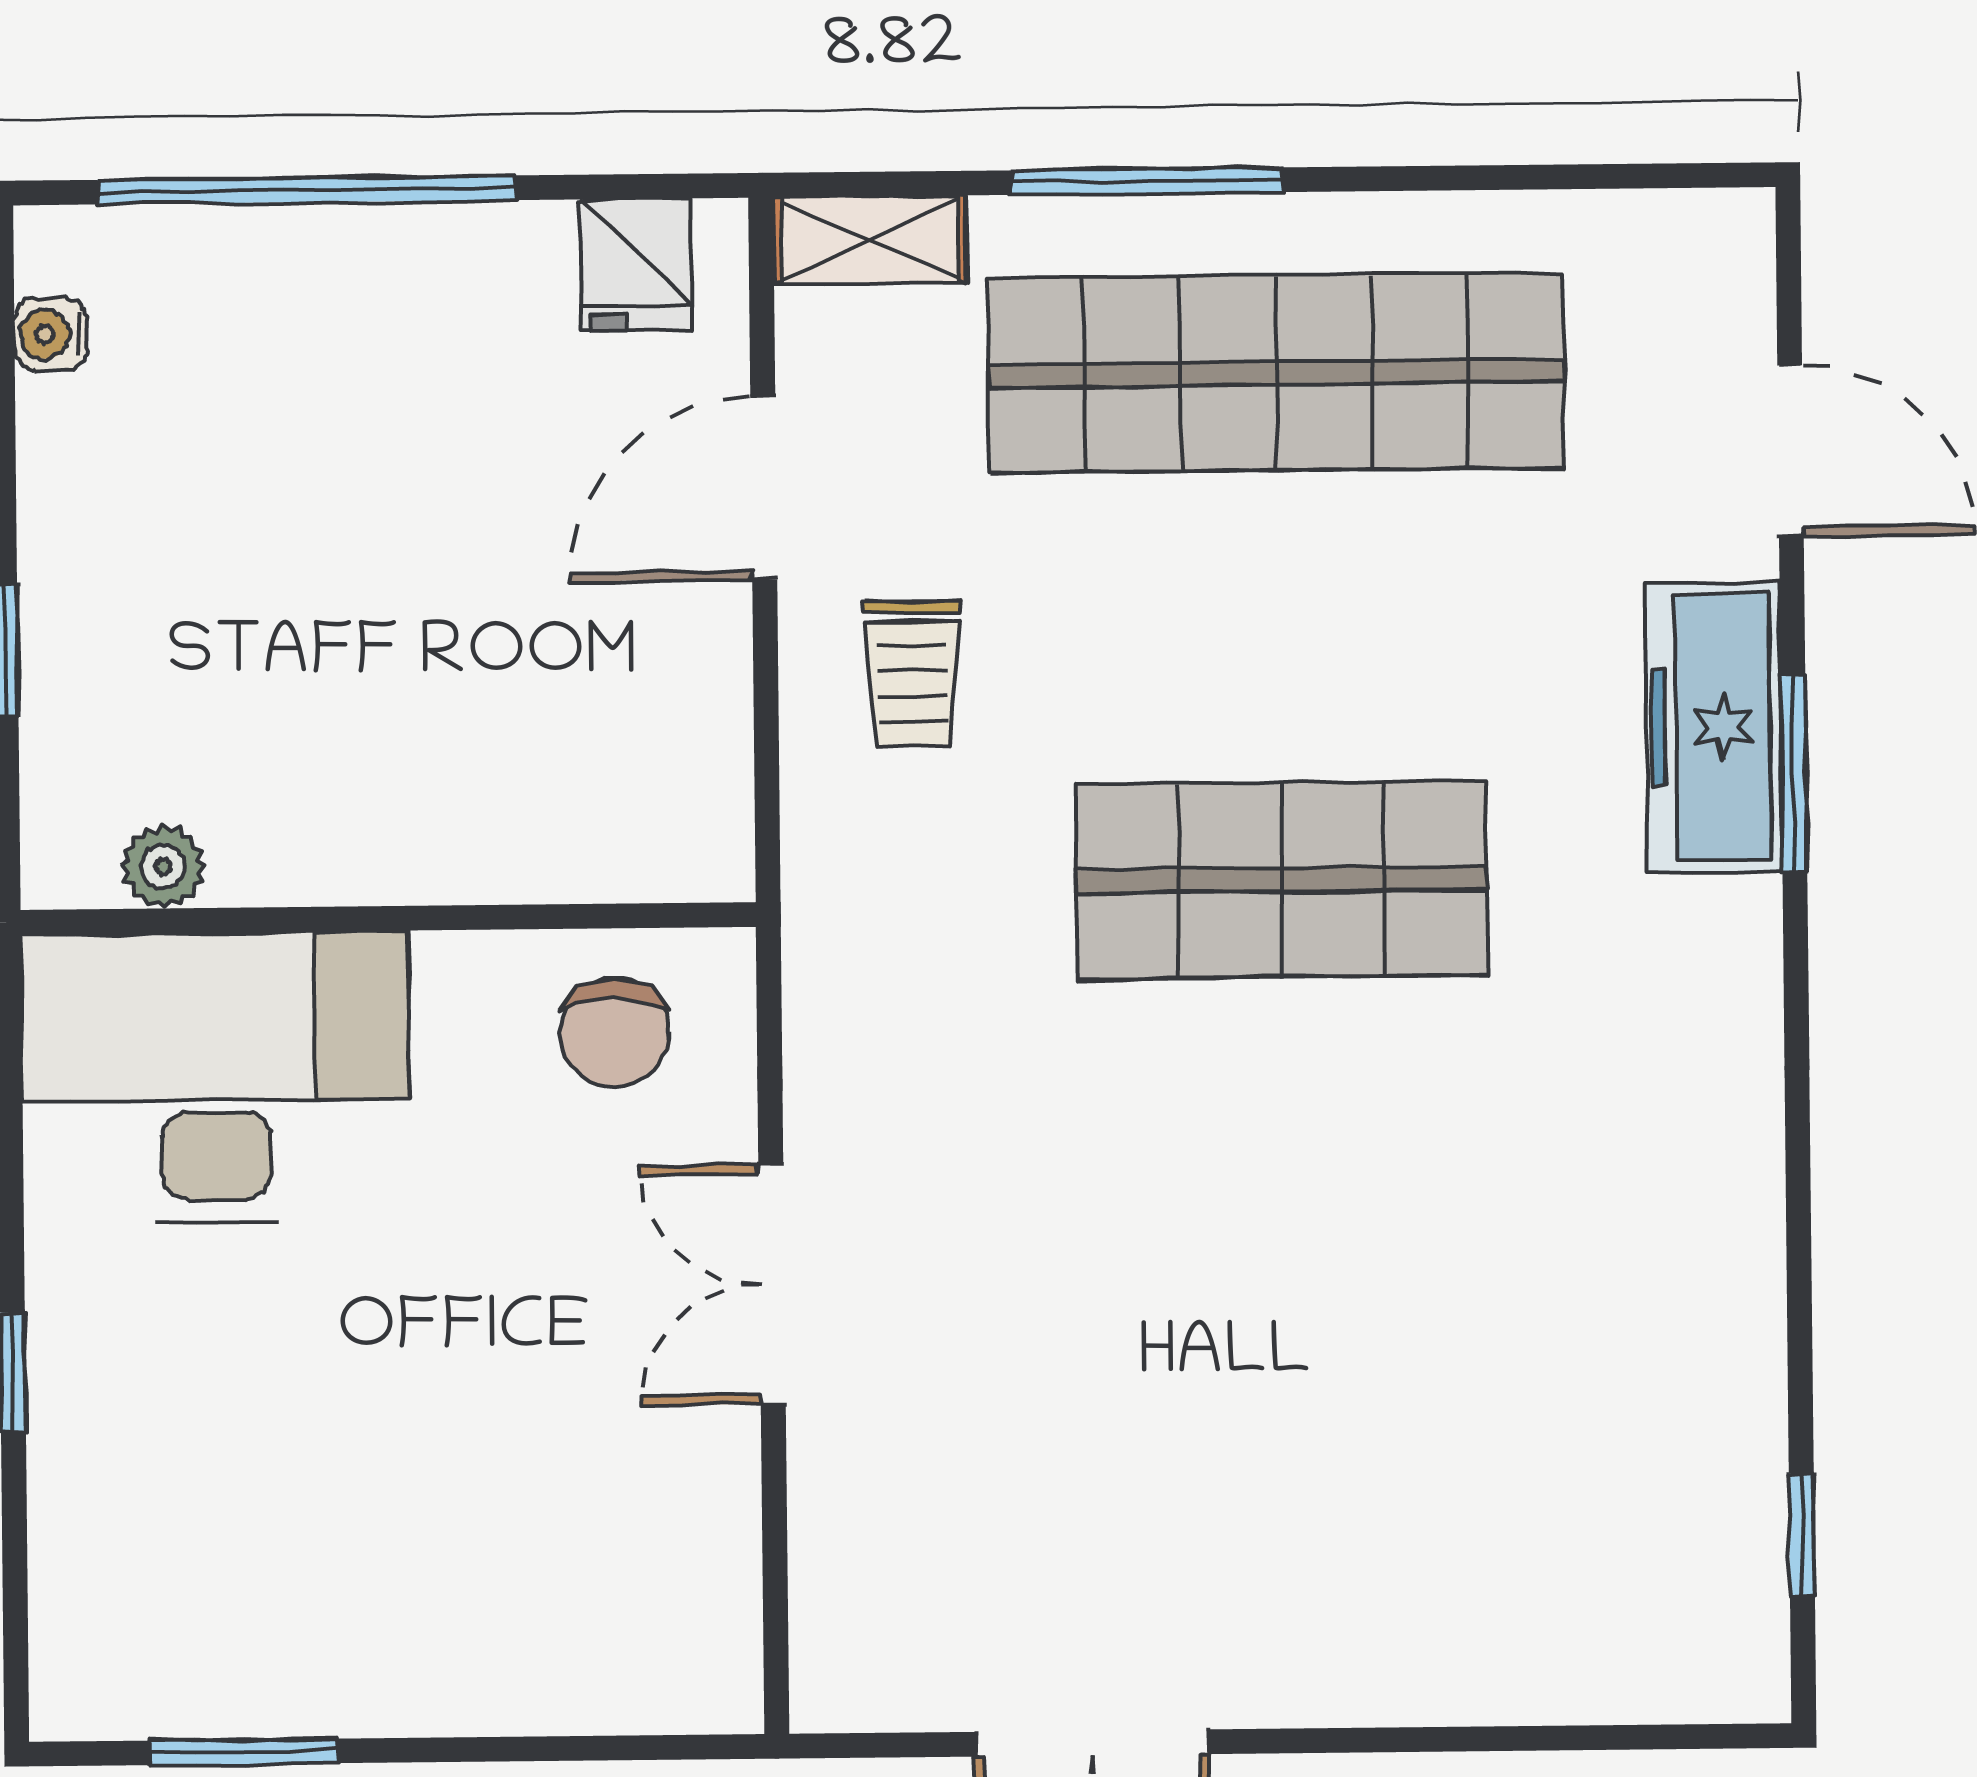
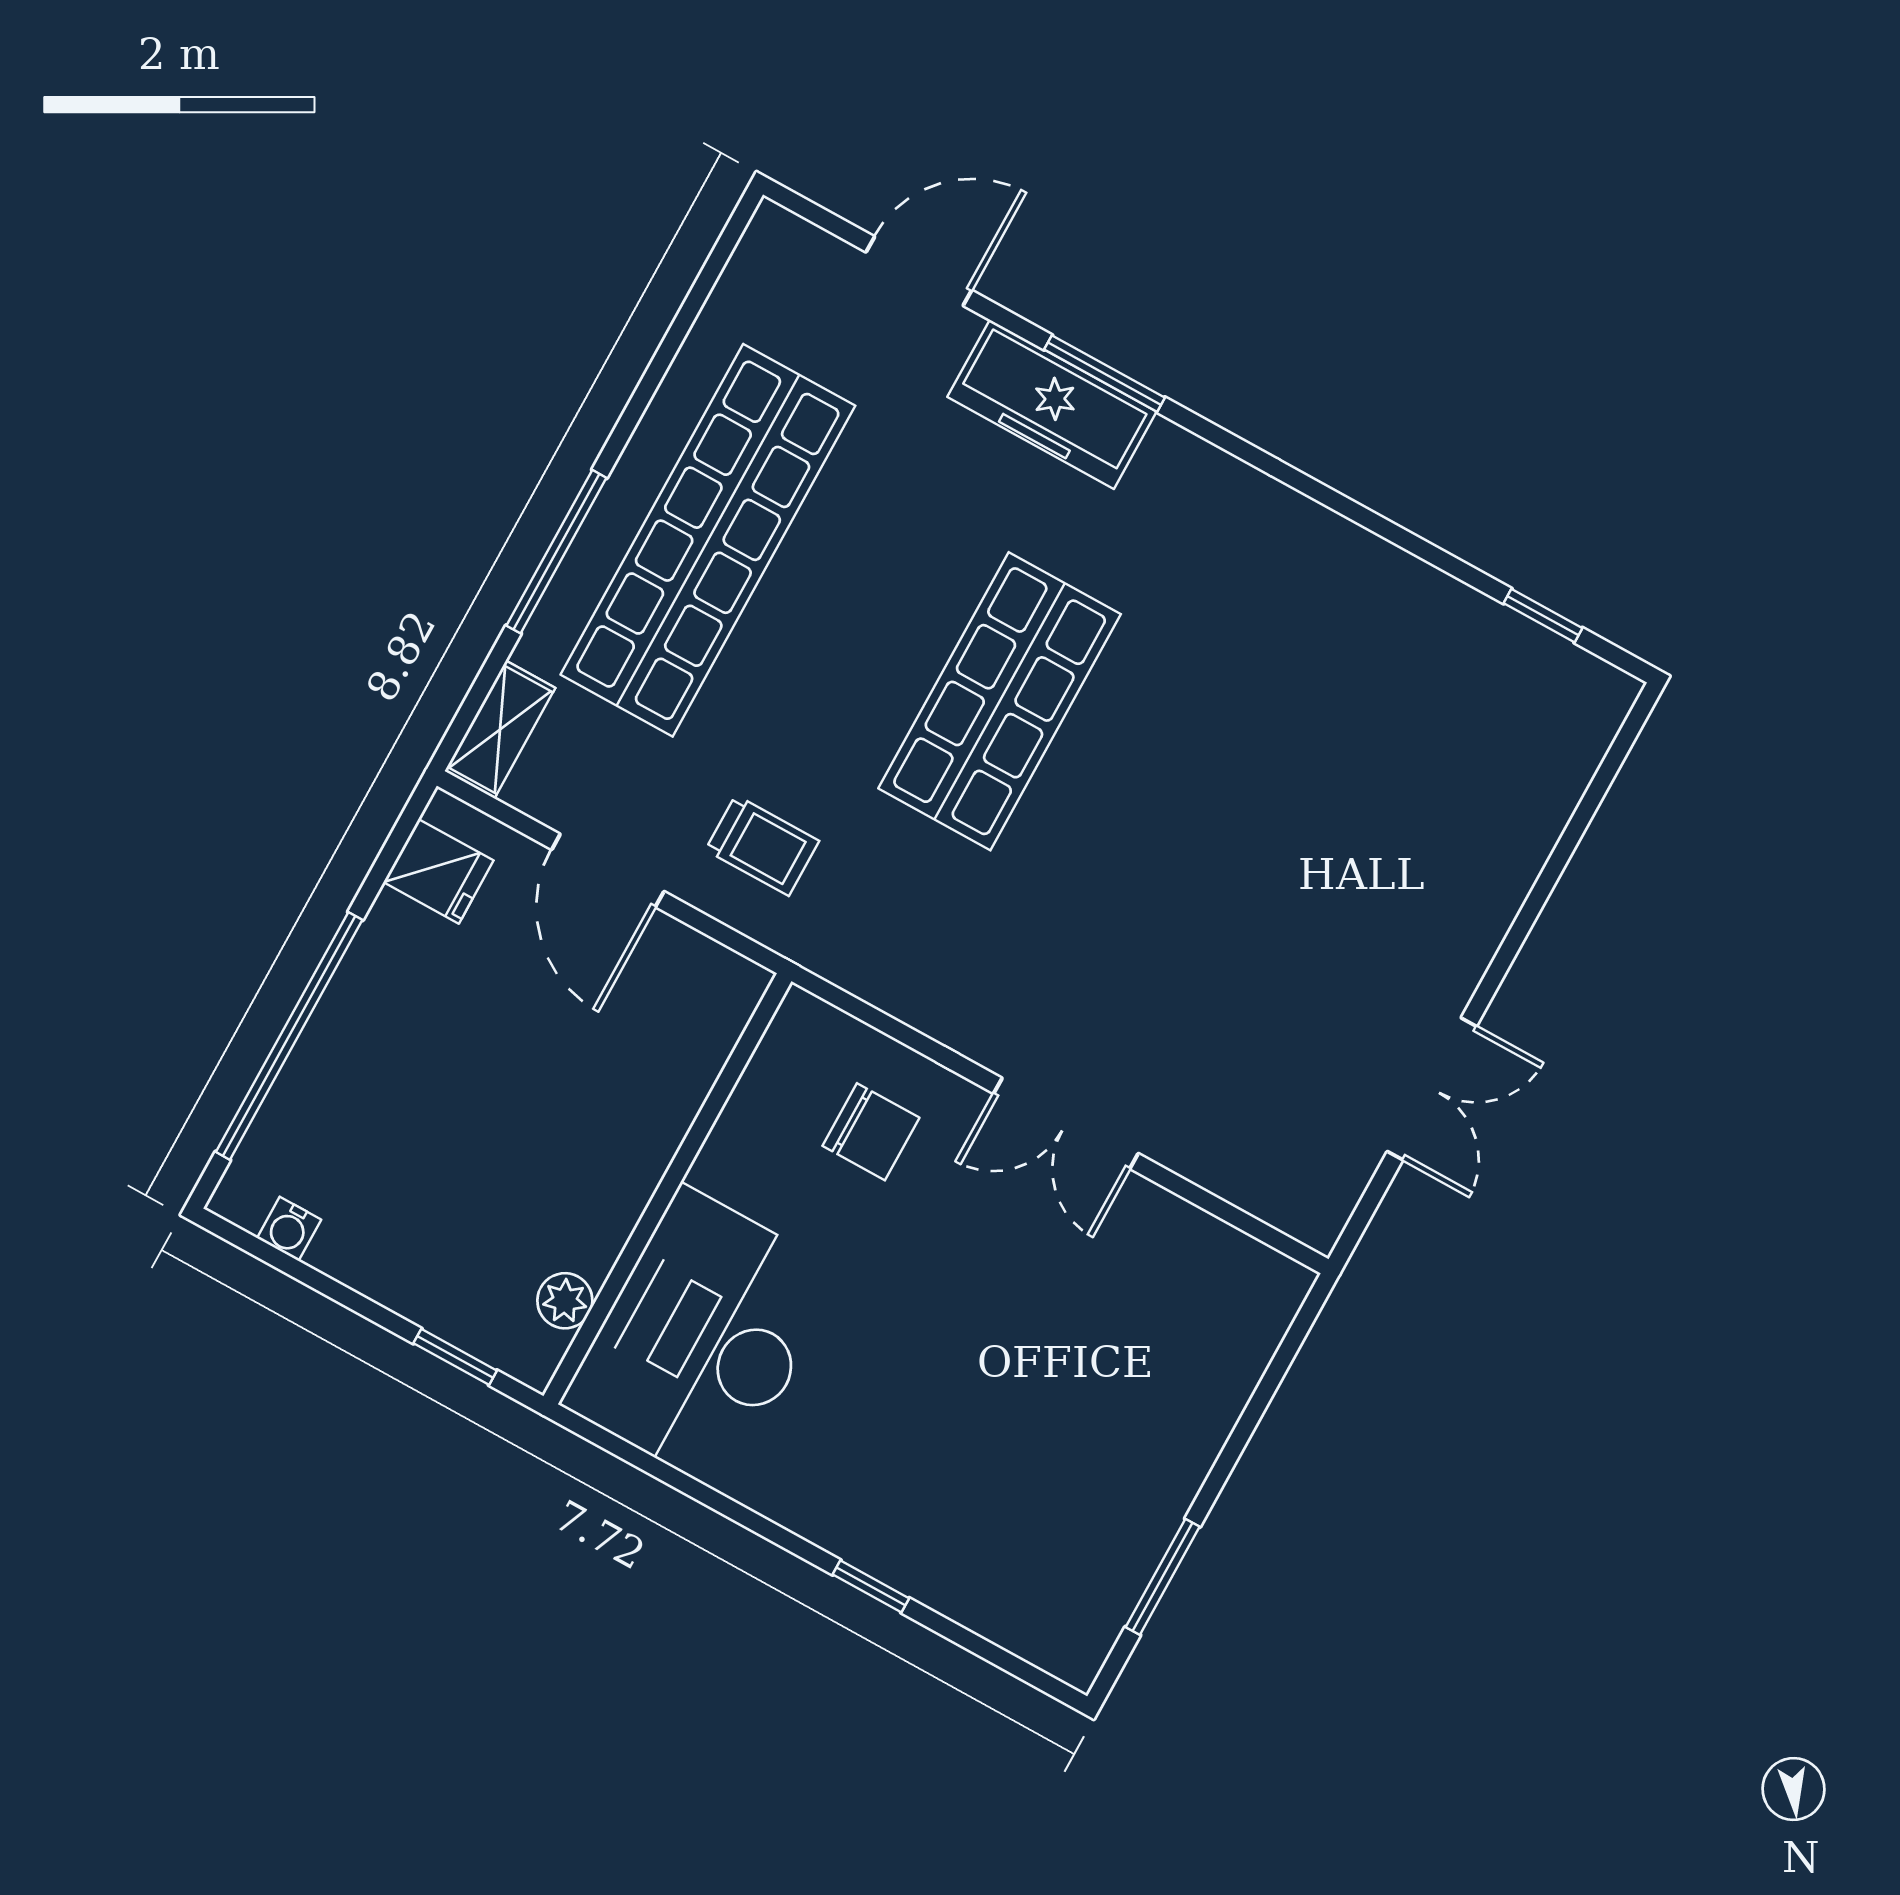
plant: (163, 867) -> (565, 1301), moved
wall: (388, 918) -> (667, 1189), moved
desk: (216, 1077) -> (703, 1339), moved

